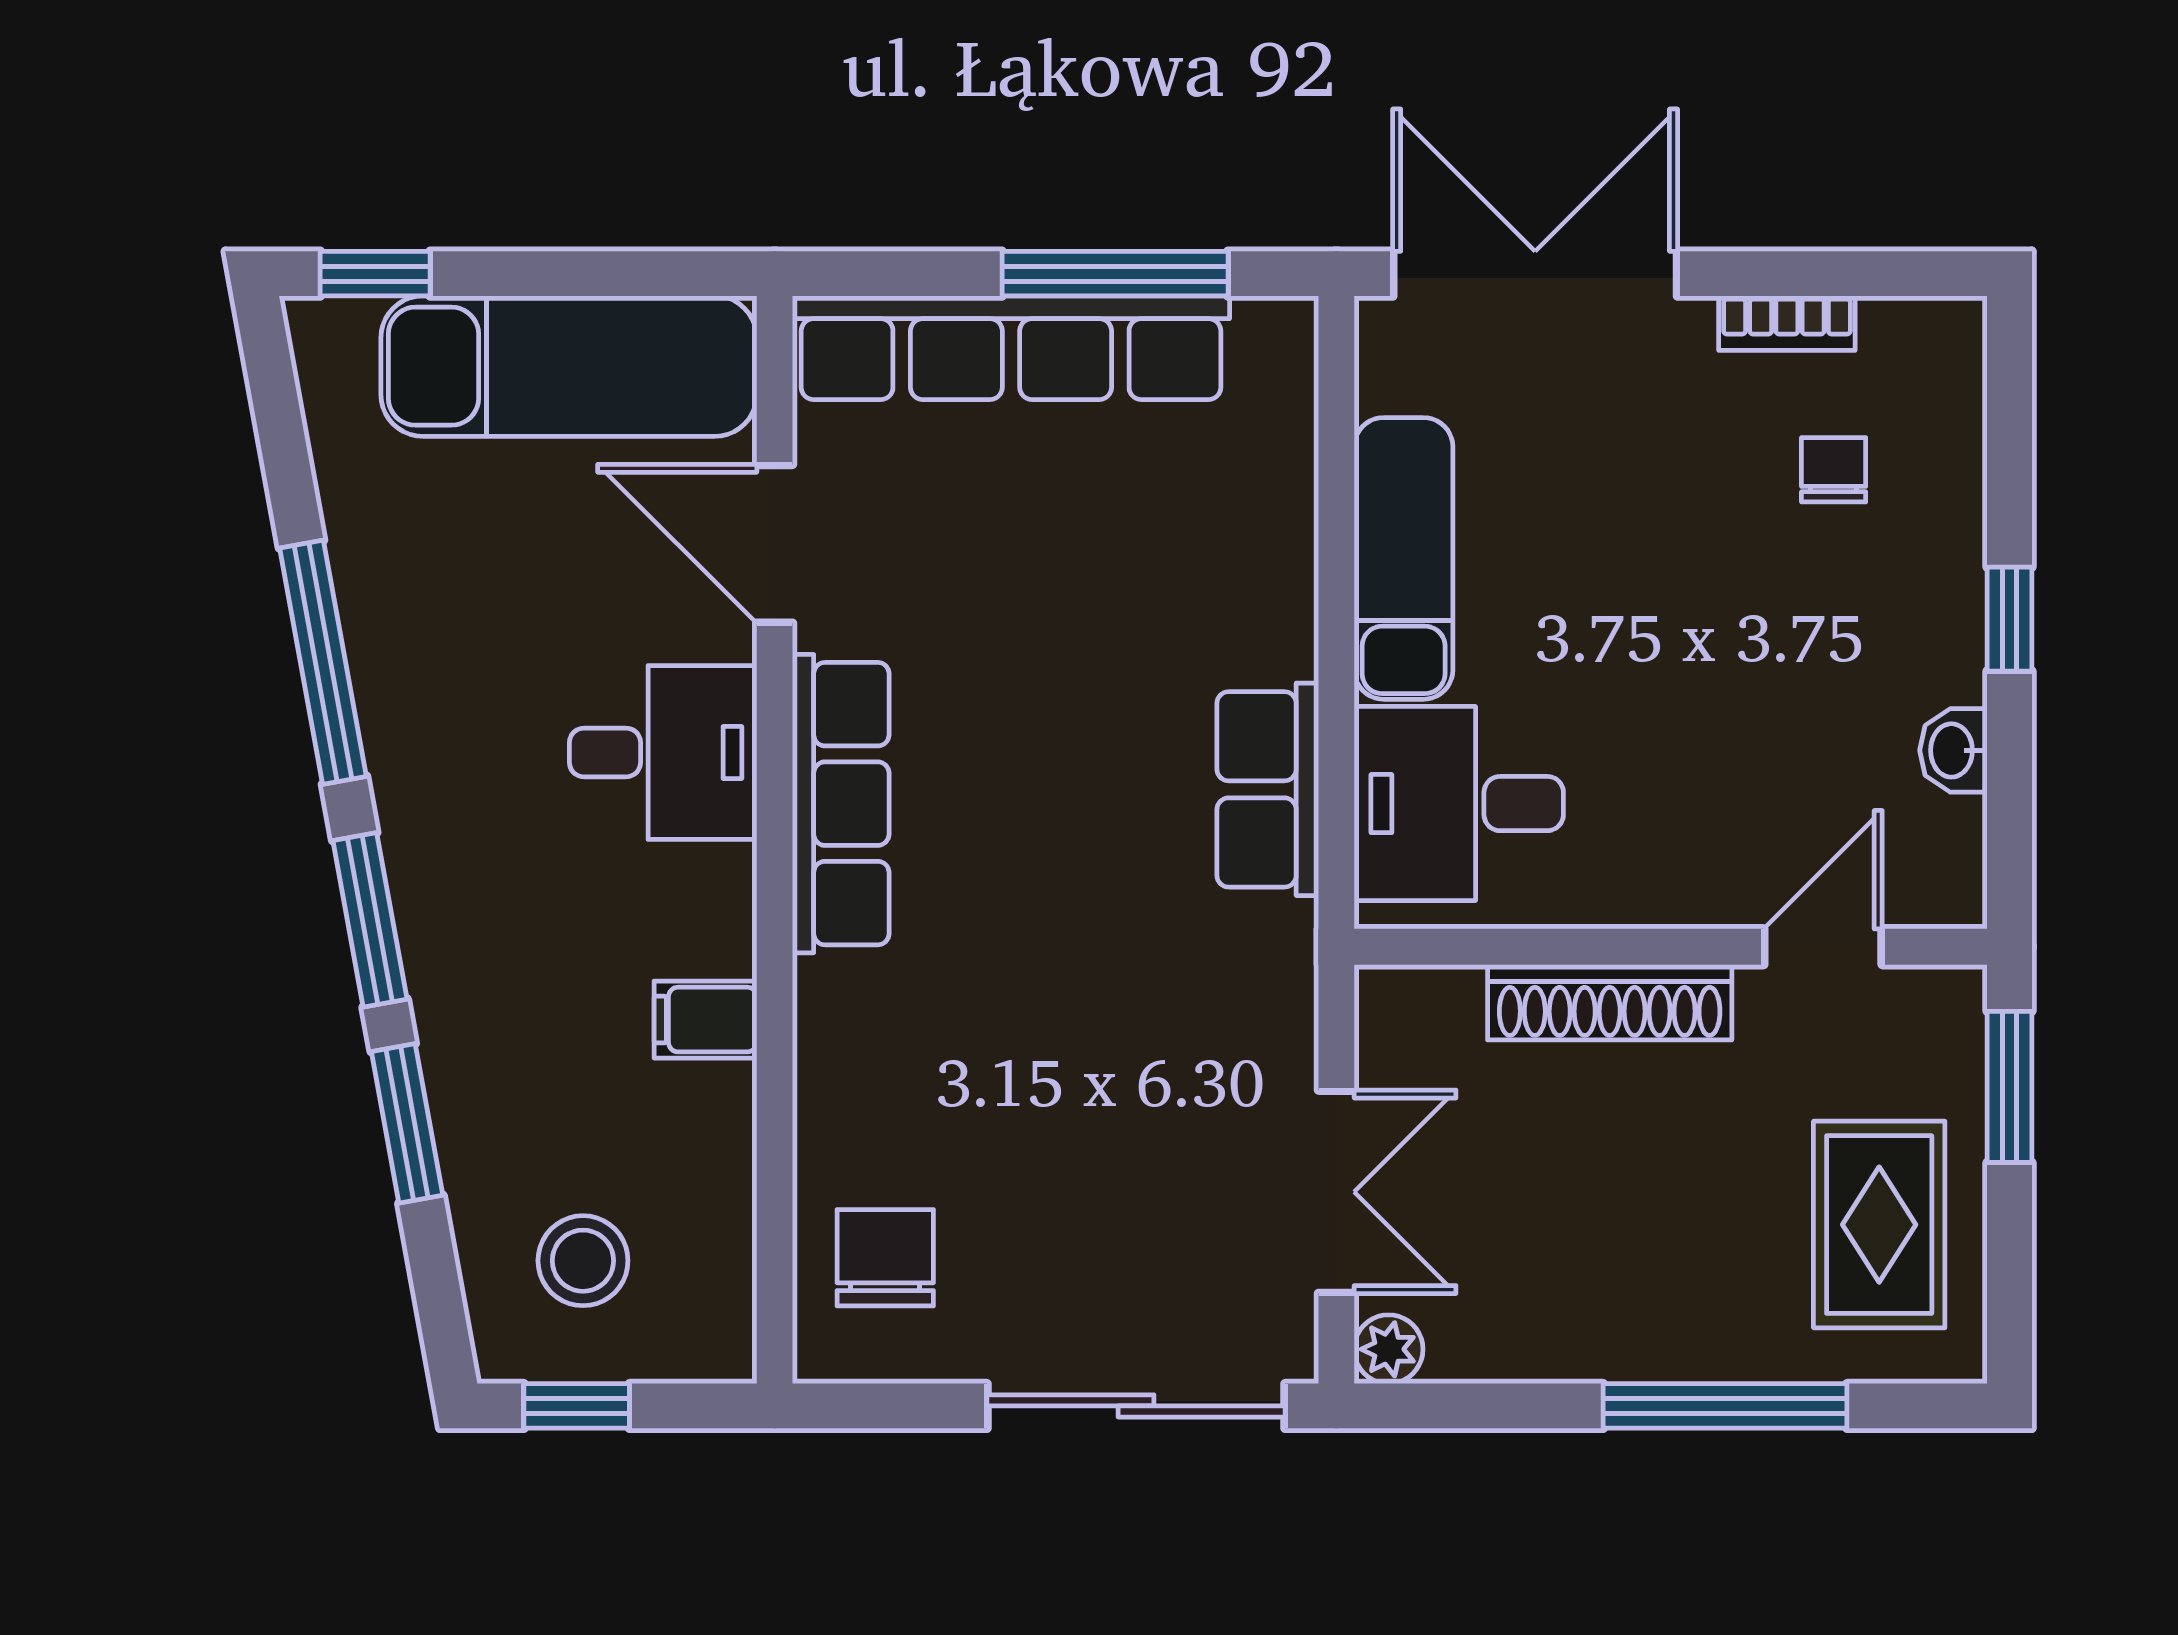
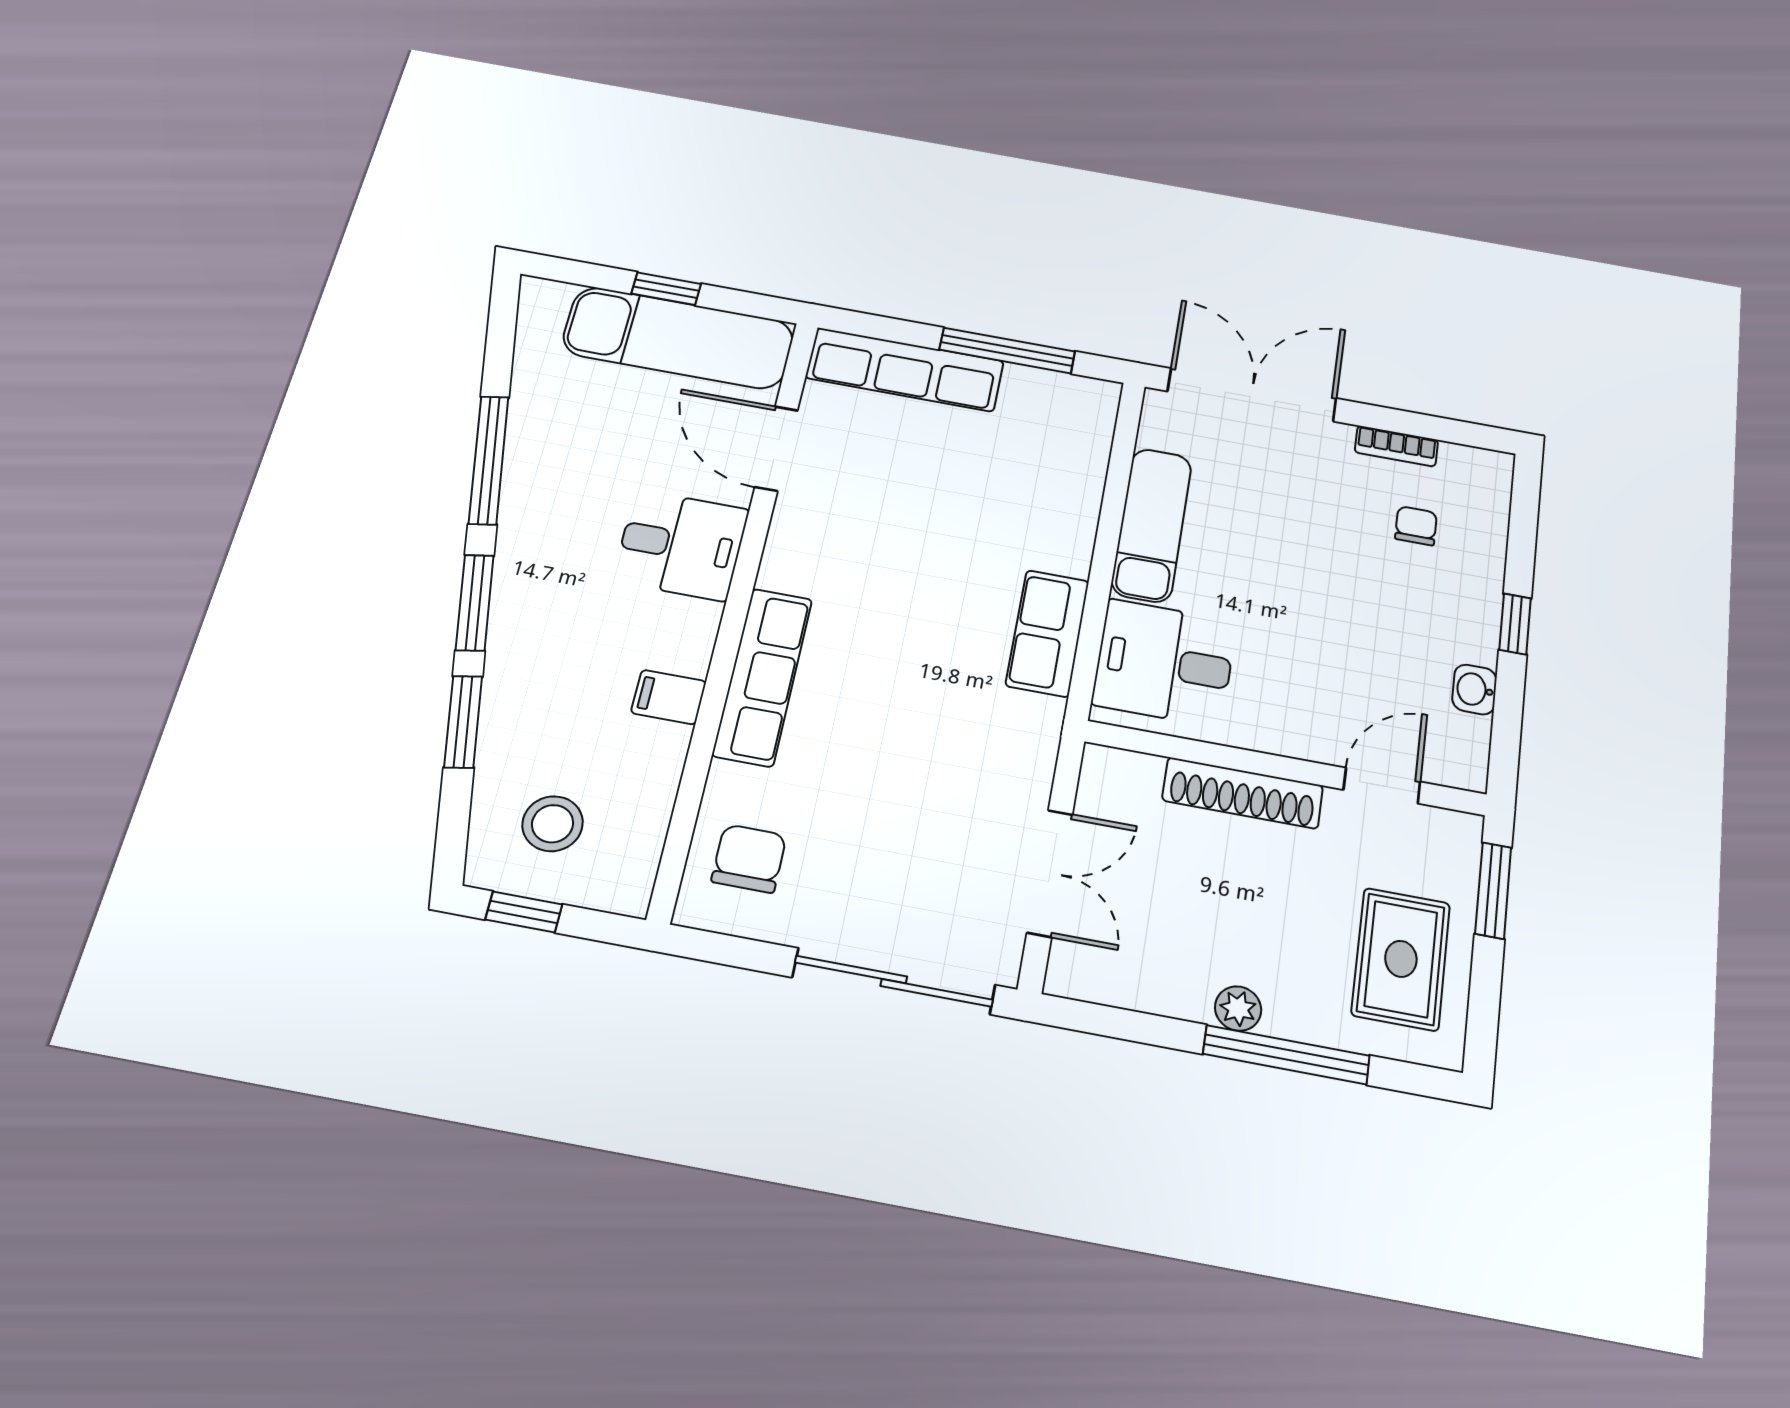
window: (375, 274) -> (666, 289), moved
row of seats: (1011, 348) -> (905, 370), width x0.73
row of seats: (841, 804) -> (763, 677), moved
plant: (1389, 1349) -> (1238, 1008), moved

